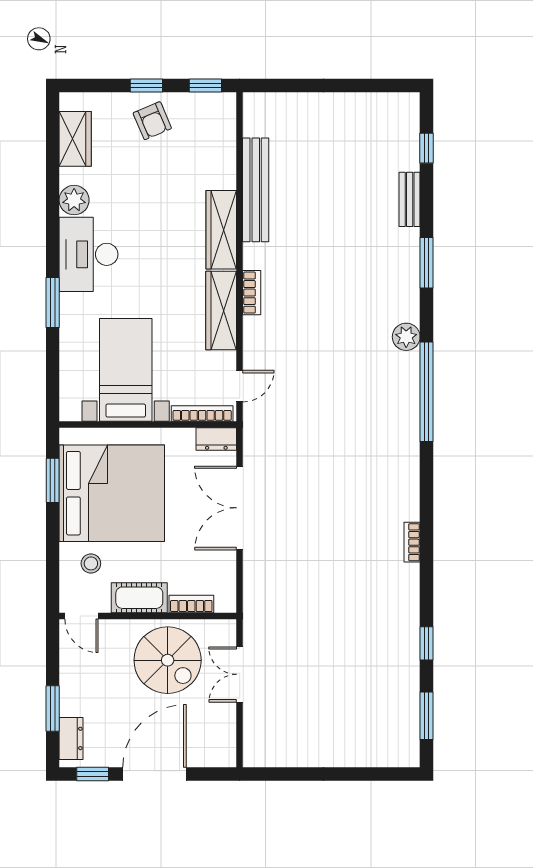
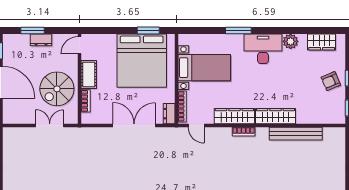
stool: (91, 563) -> (106, 50), removed
dresser: (71, 738) -> (41, 40), moved

